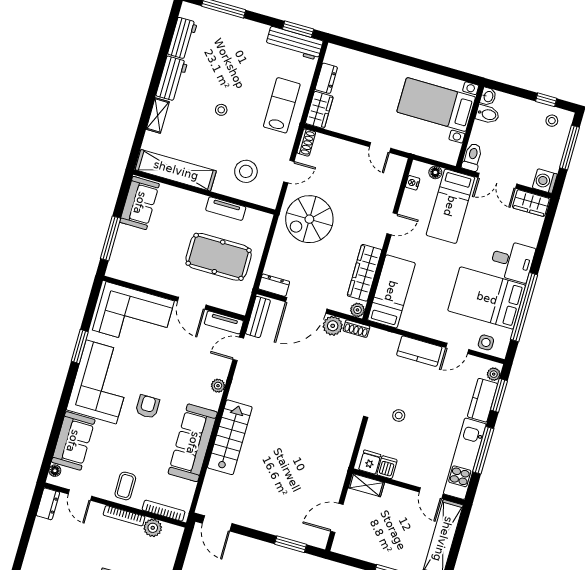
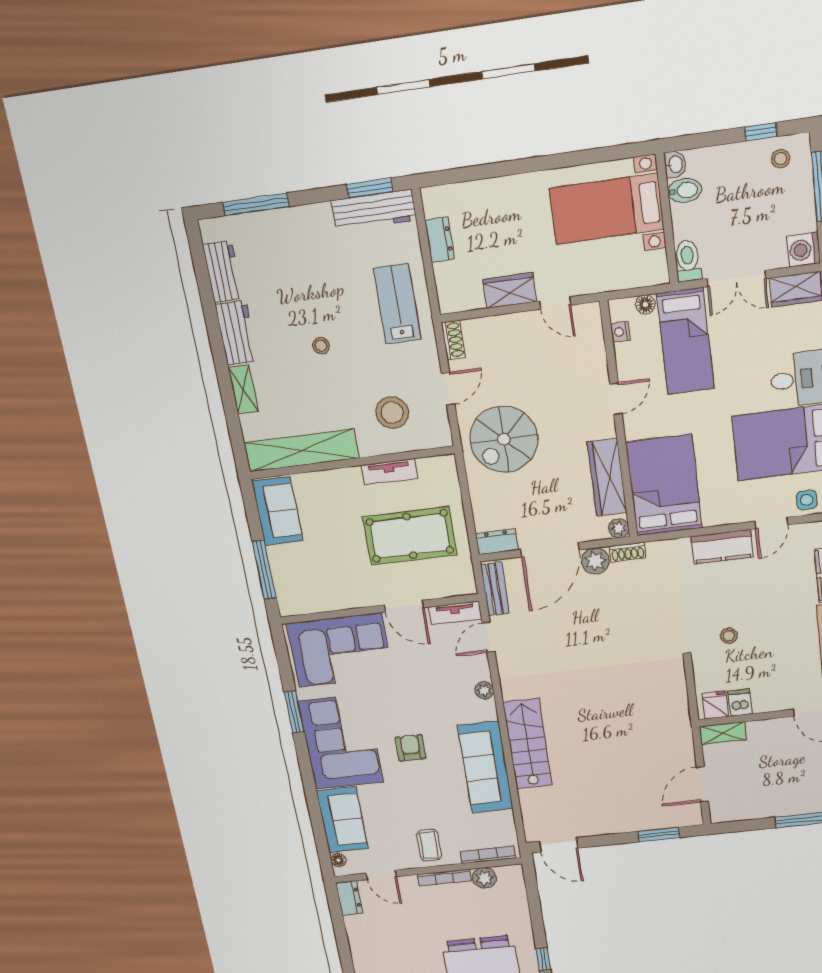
wardrobe: (319, 110) -> (510, 291), moved, turned -90
bed: (391, 291) -> (664, 485), width x1.50

